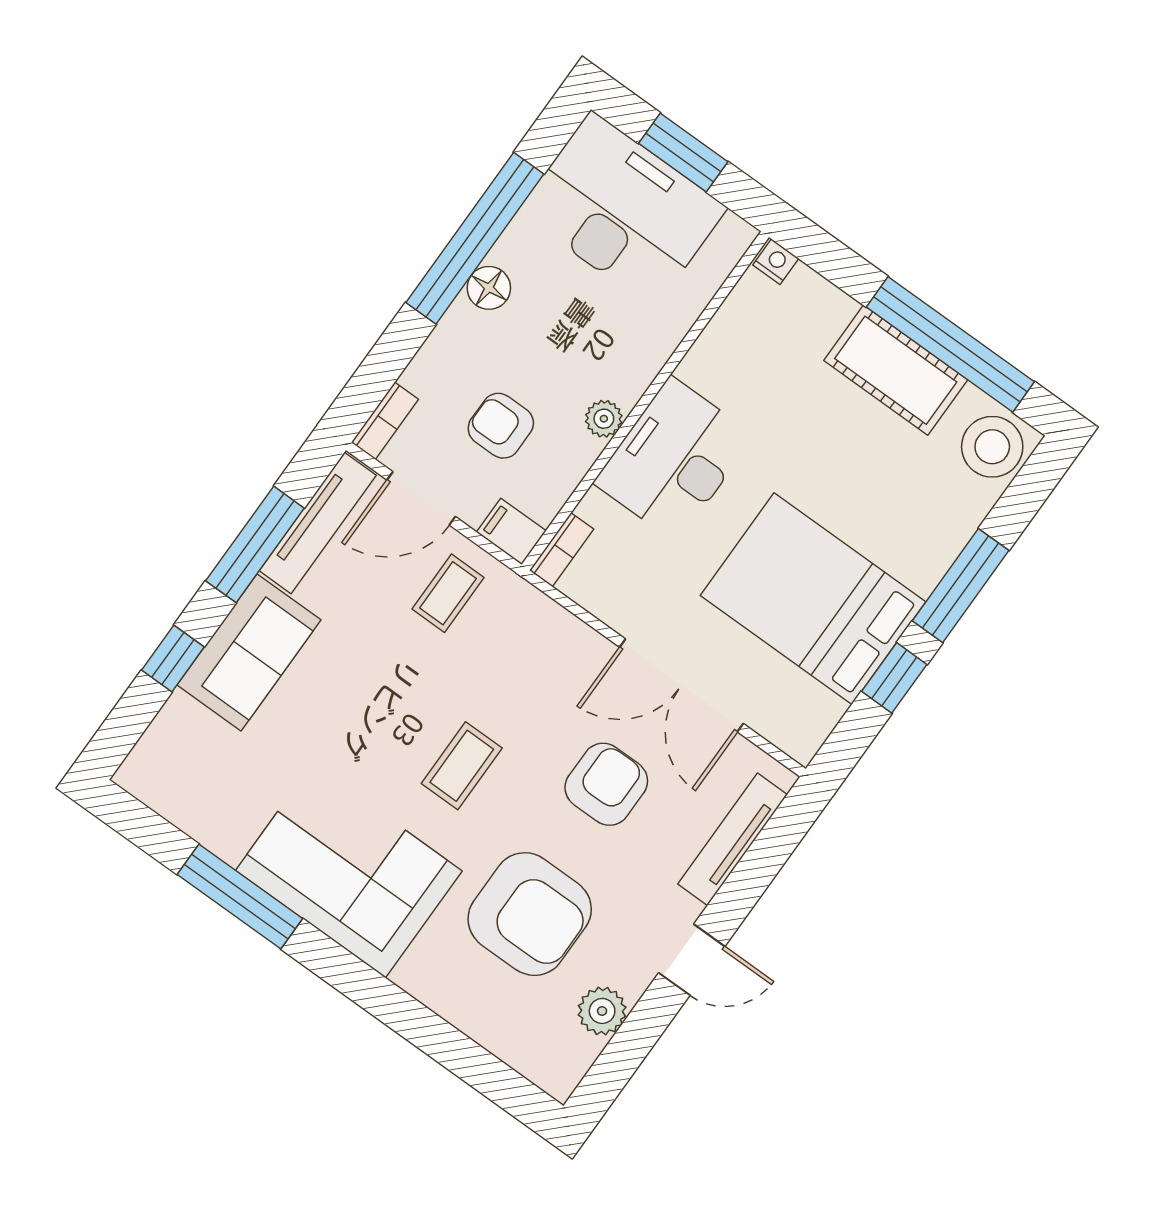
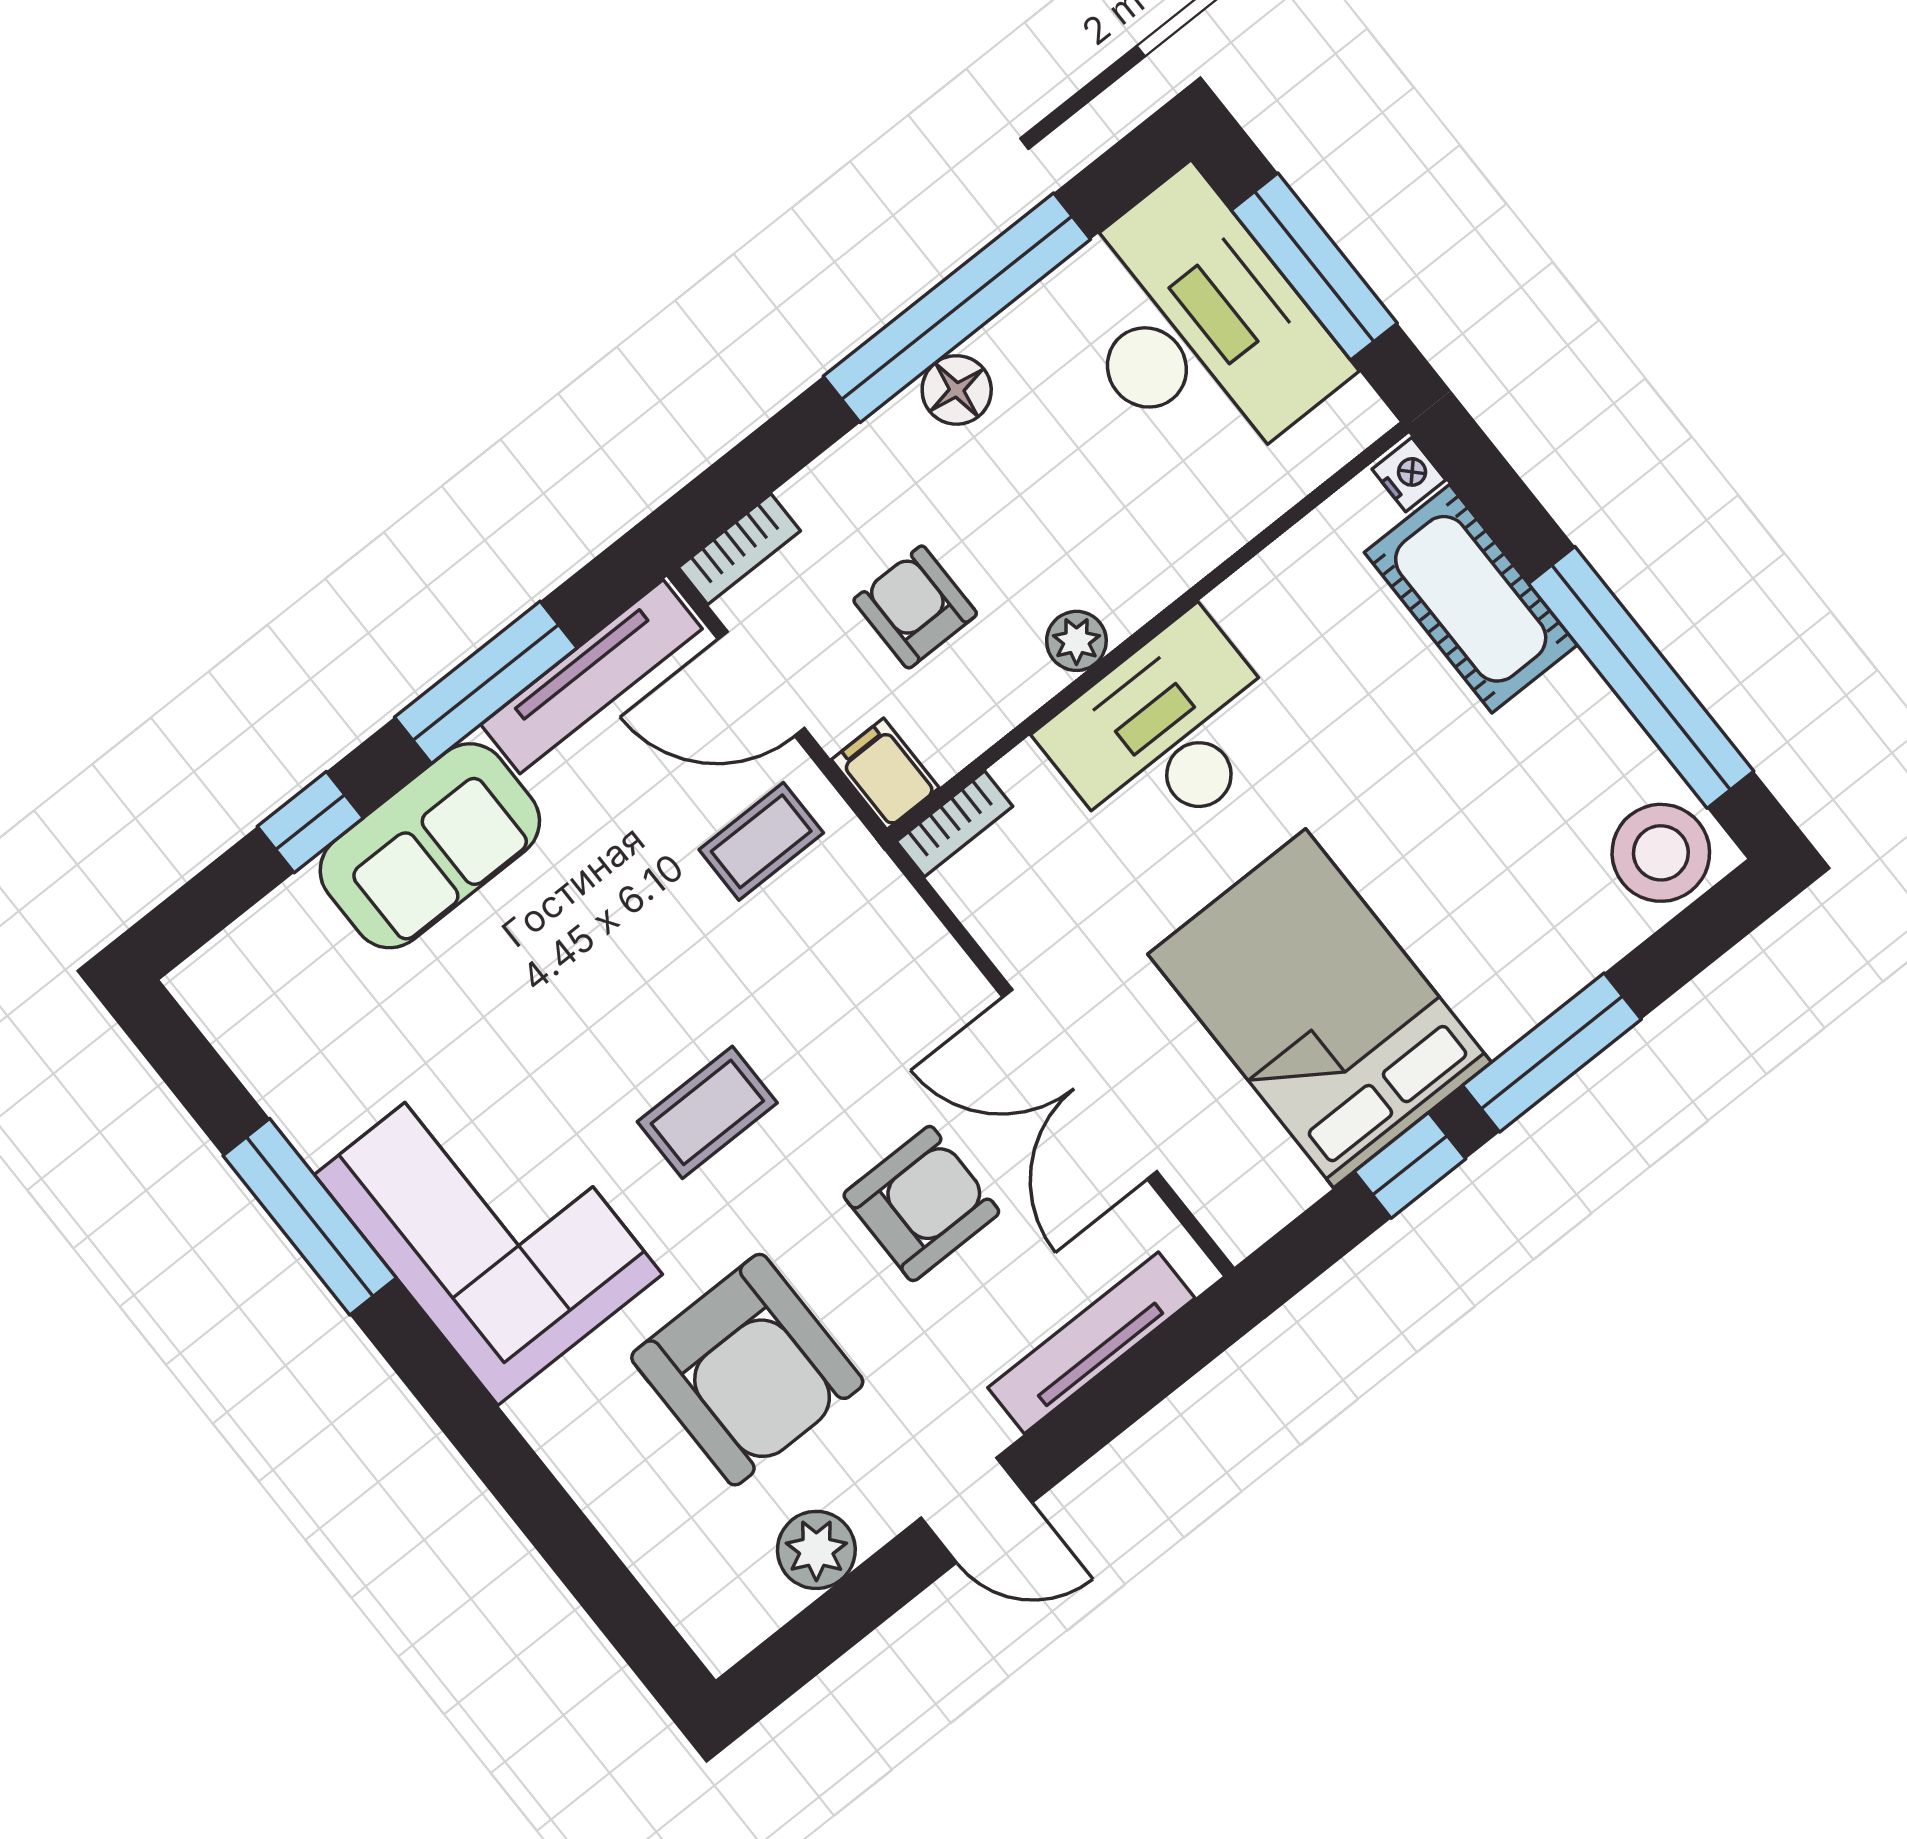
window: (683, 152) -> (1314, 267), width x1.44
cot: (896, 370) -> (1471, 599), moved

